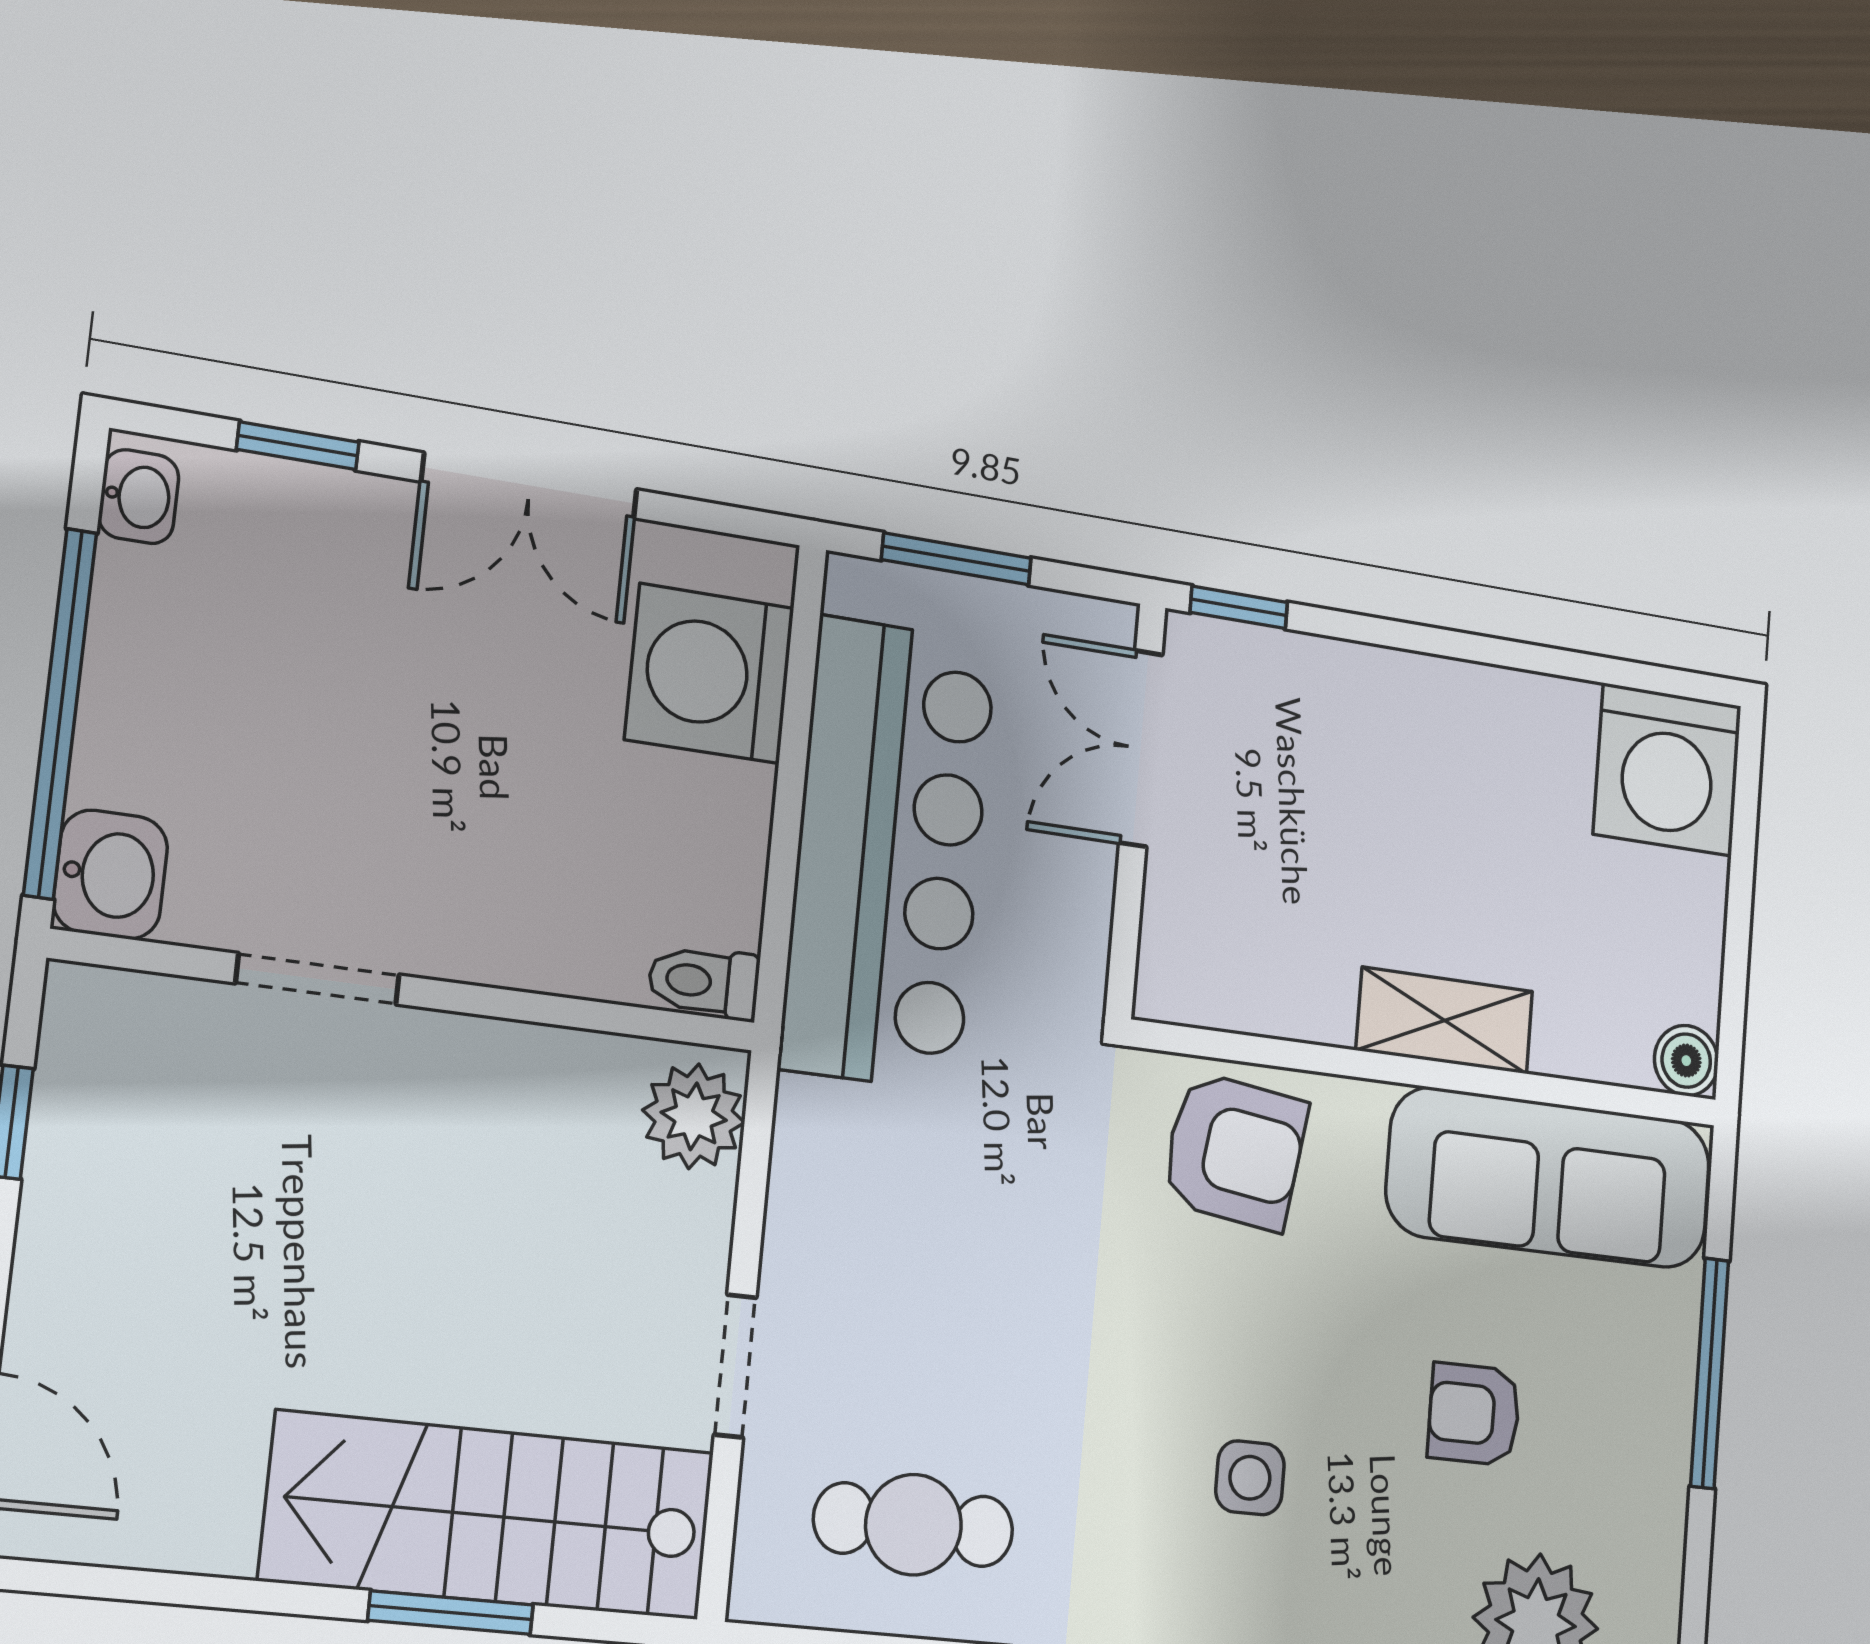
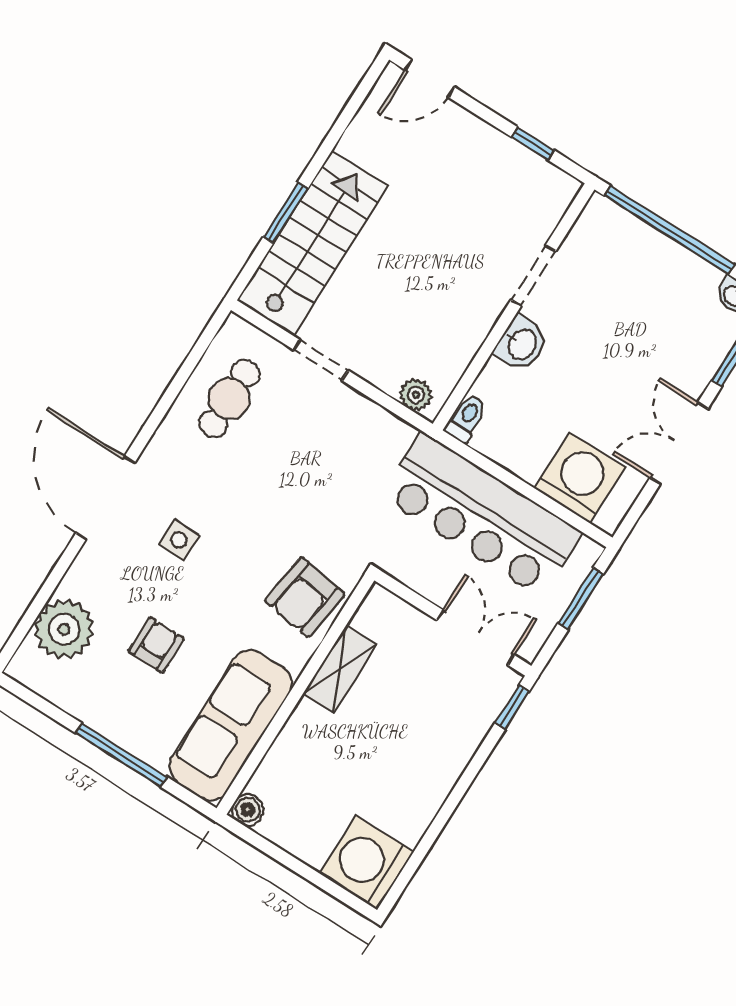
washbasin: (110, 875) -> (521, 344), moved, turned -90
shelving: (1445, 1021) -> (340, 669), moved
plant: (694, 1116) -> (416, 395), width x0.73, depth x0.73

